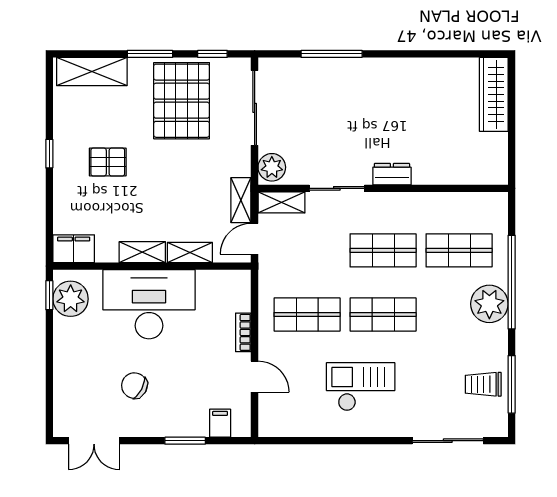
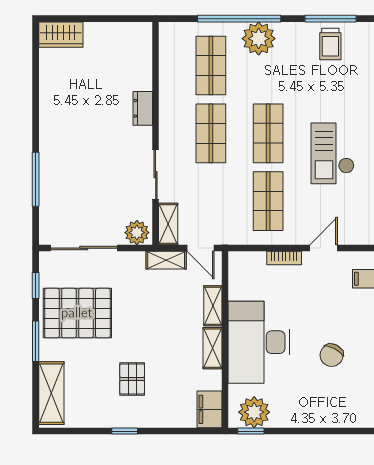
wardrobe: (494, 94) -> (61, 35), width x0.67
dresser: (392, 174) -> (143, 108), moved

